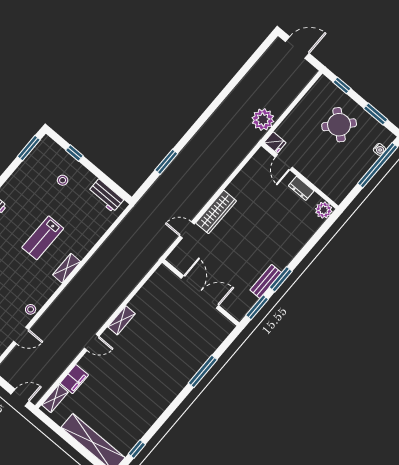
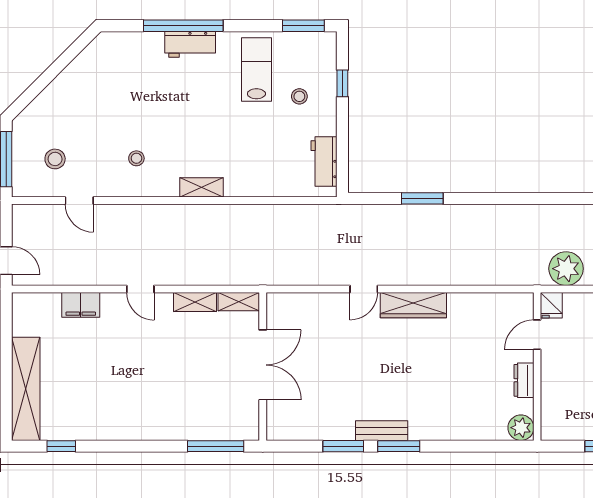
door: (187, 230) -> (364, 289), swing flipped
lab bench: (43, 238) -> (256, 70), moved, turned 90
double door: (200, 292) -> (263, 365), moved
wall: (201, 293) -> (263, 366), moved
stool: (31, 309) -> (136, 158), moved
shelving: (55, 398) -> (239, 302), moved

